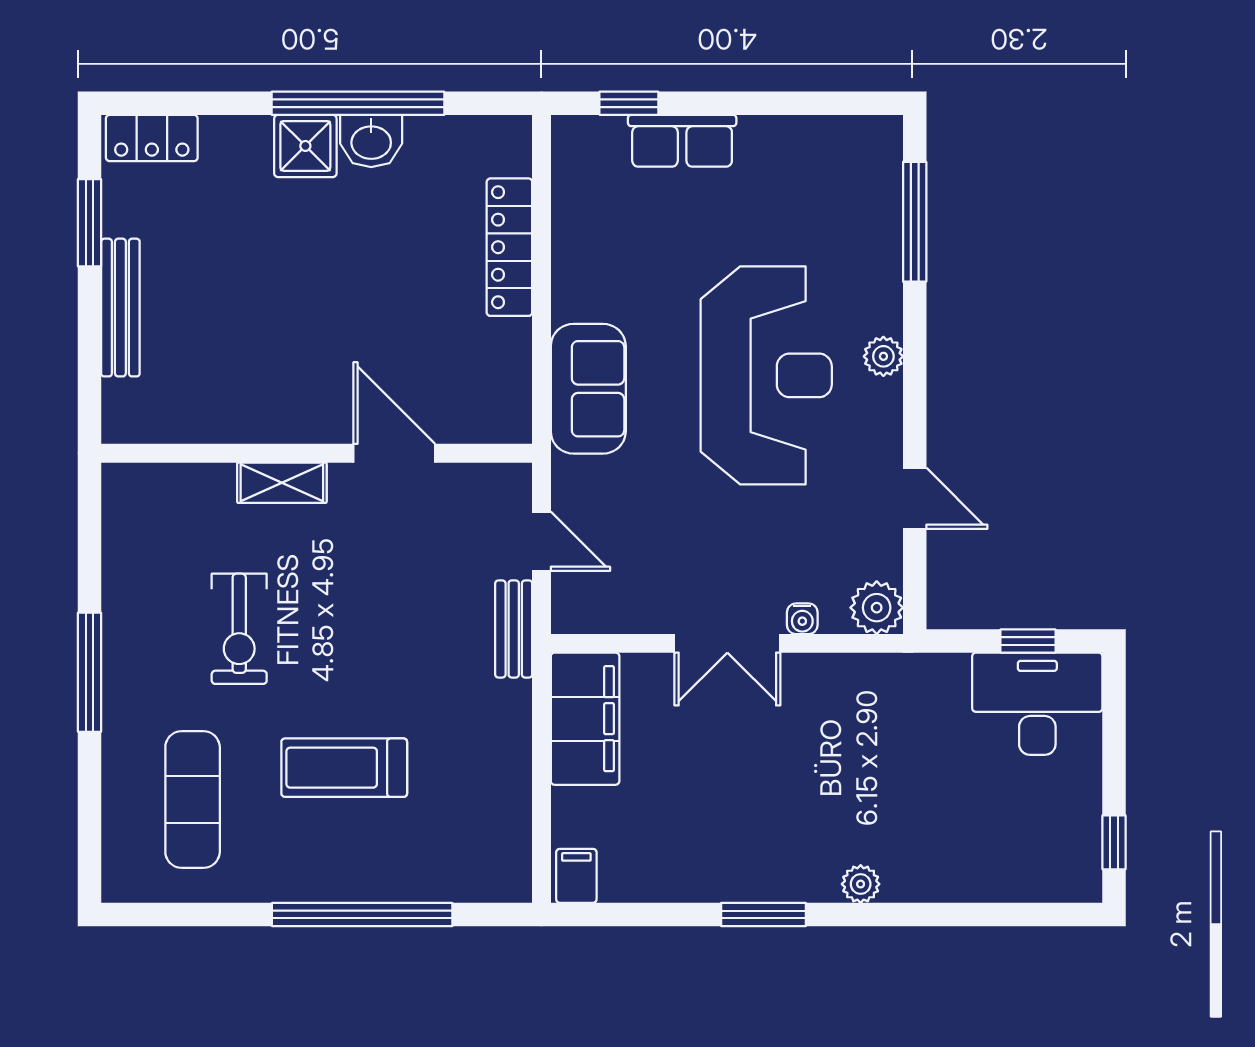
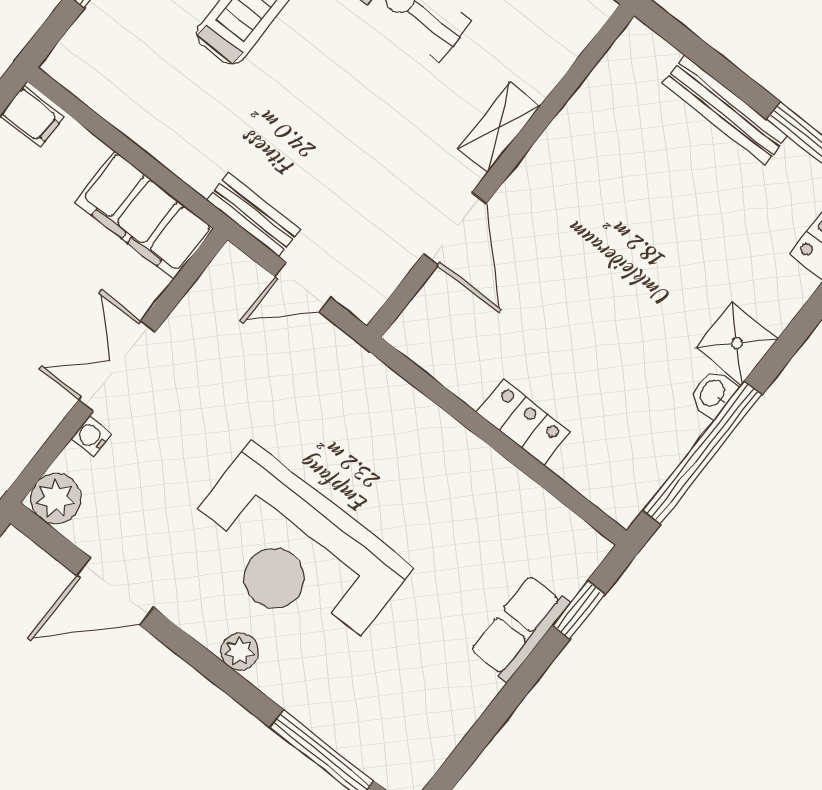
window: (358, 103) -> (702, 453), moved
washbasin: (371, 141) -> (713, 394), width x0.72, depth x0.69
locker: (509, 247) -> (523, 422), width x0.66
sofa: (588, 389) -> (389, 412), removed
door: (394, 453) -> (455, 229), hinge flipped
door: (915, 498) -> (115, 591), width x1.37

